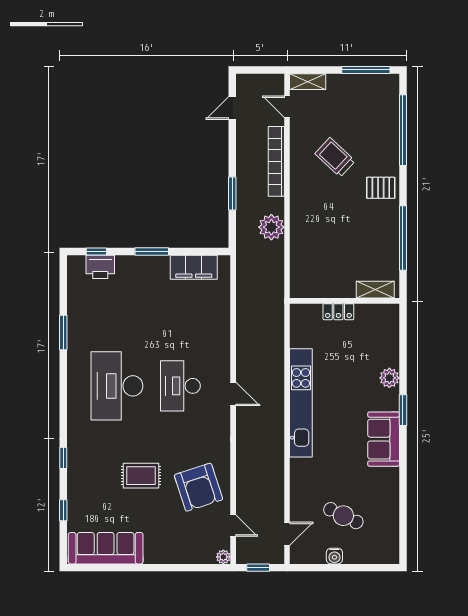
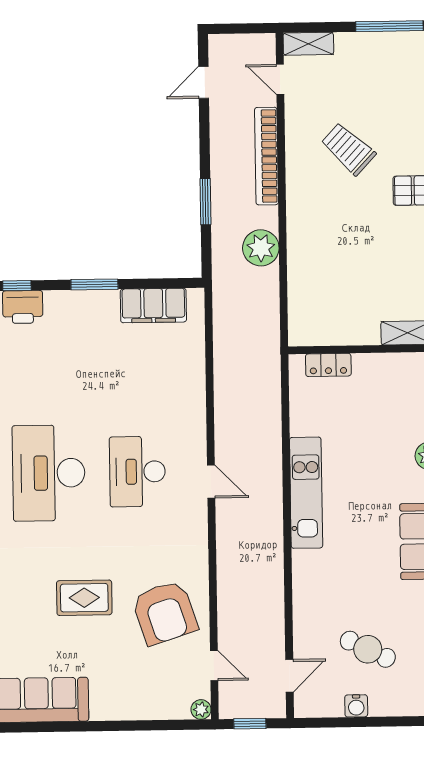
locker: (338, 312) -> (328, 365), moved
kitchen unit: (301, 403) -> (306, 493), width x0.73

